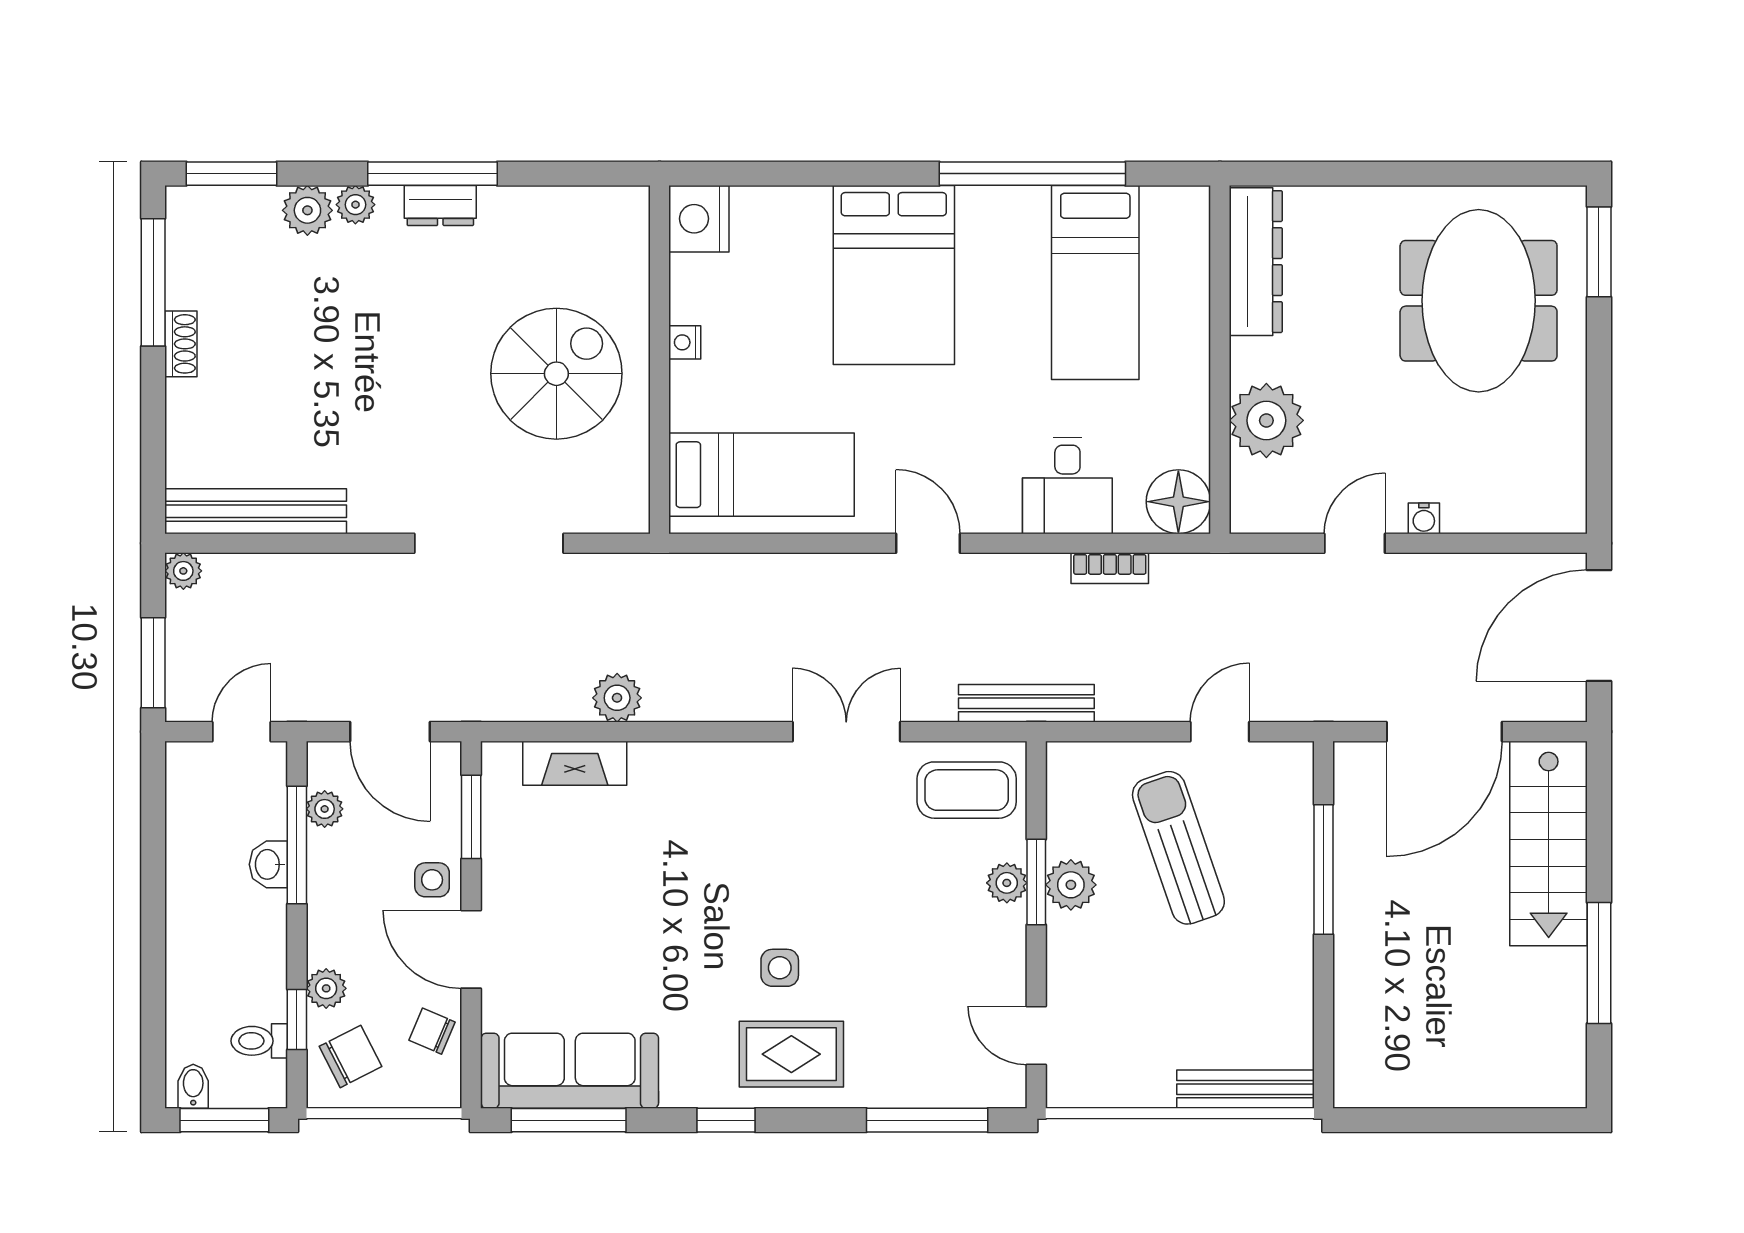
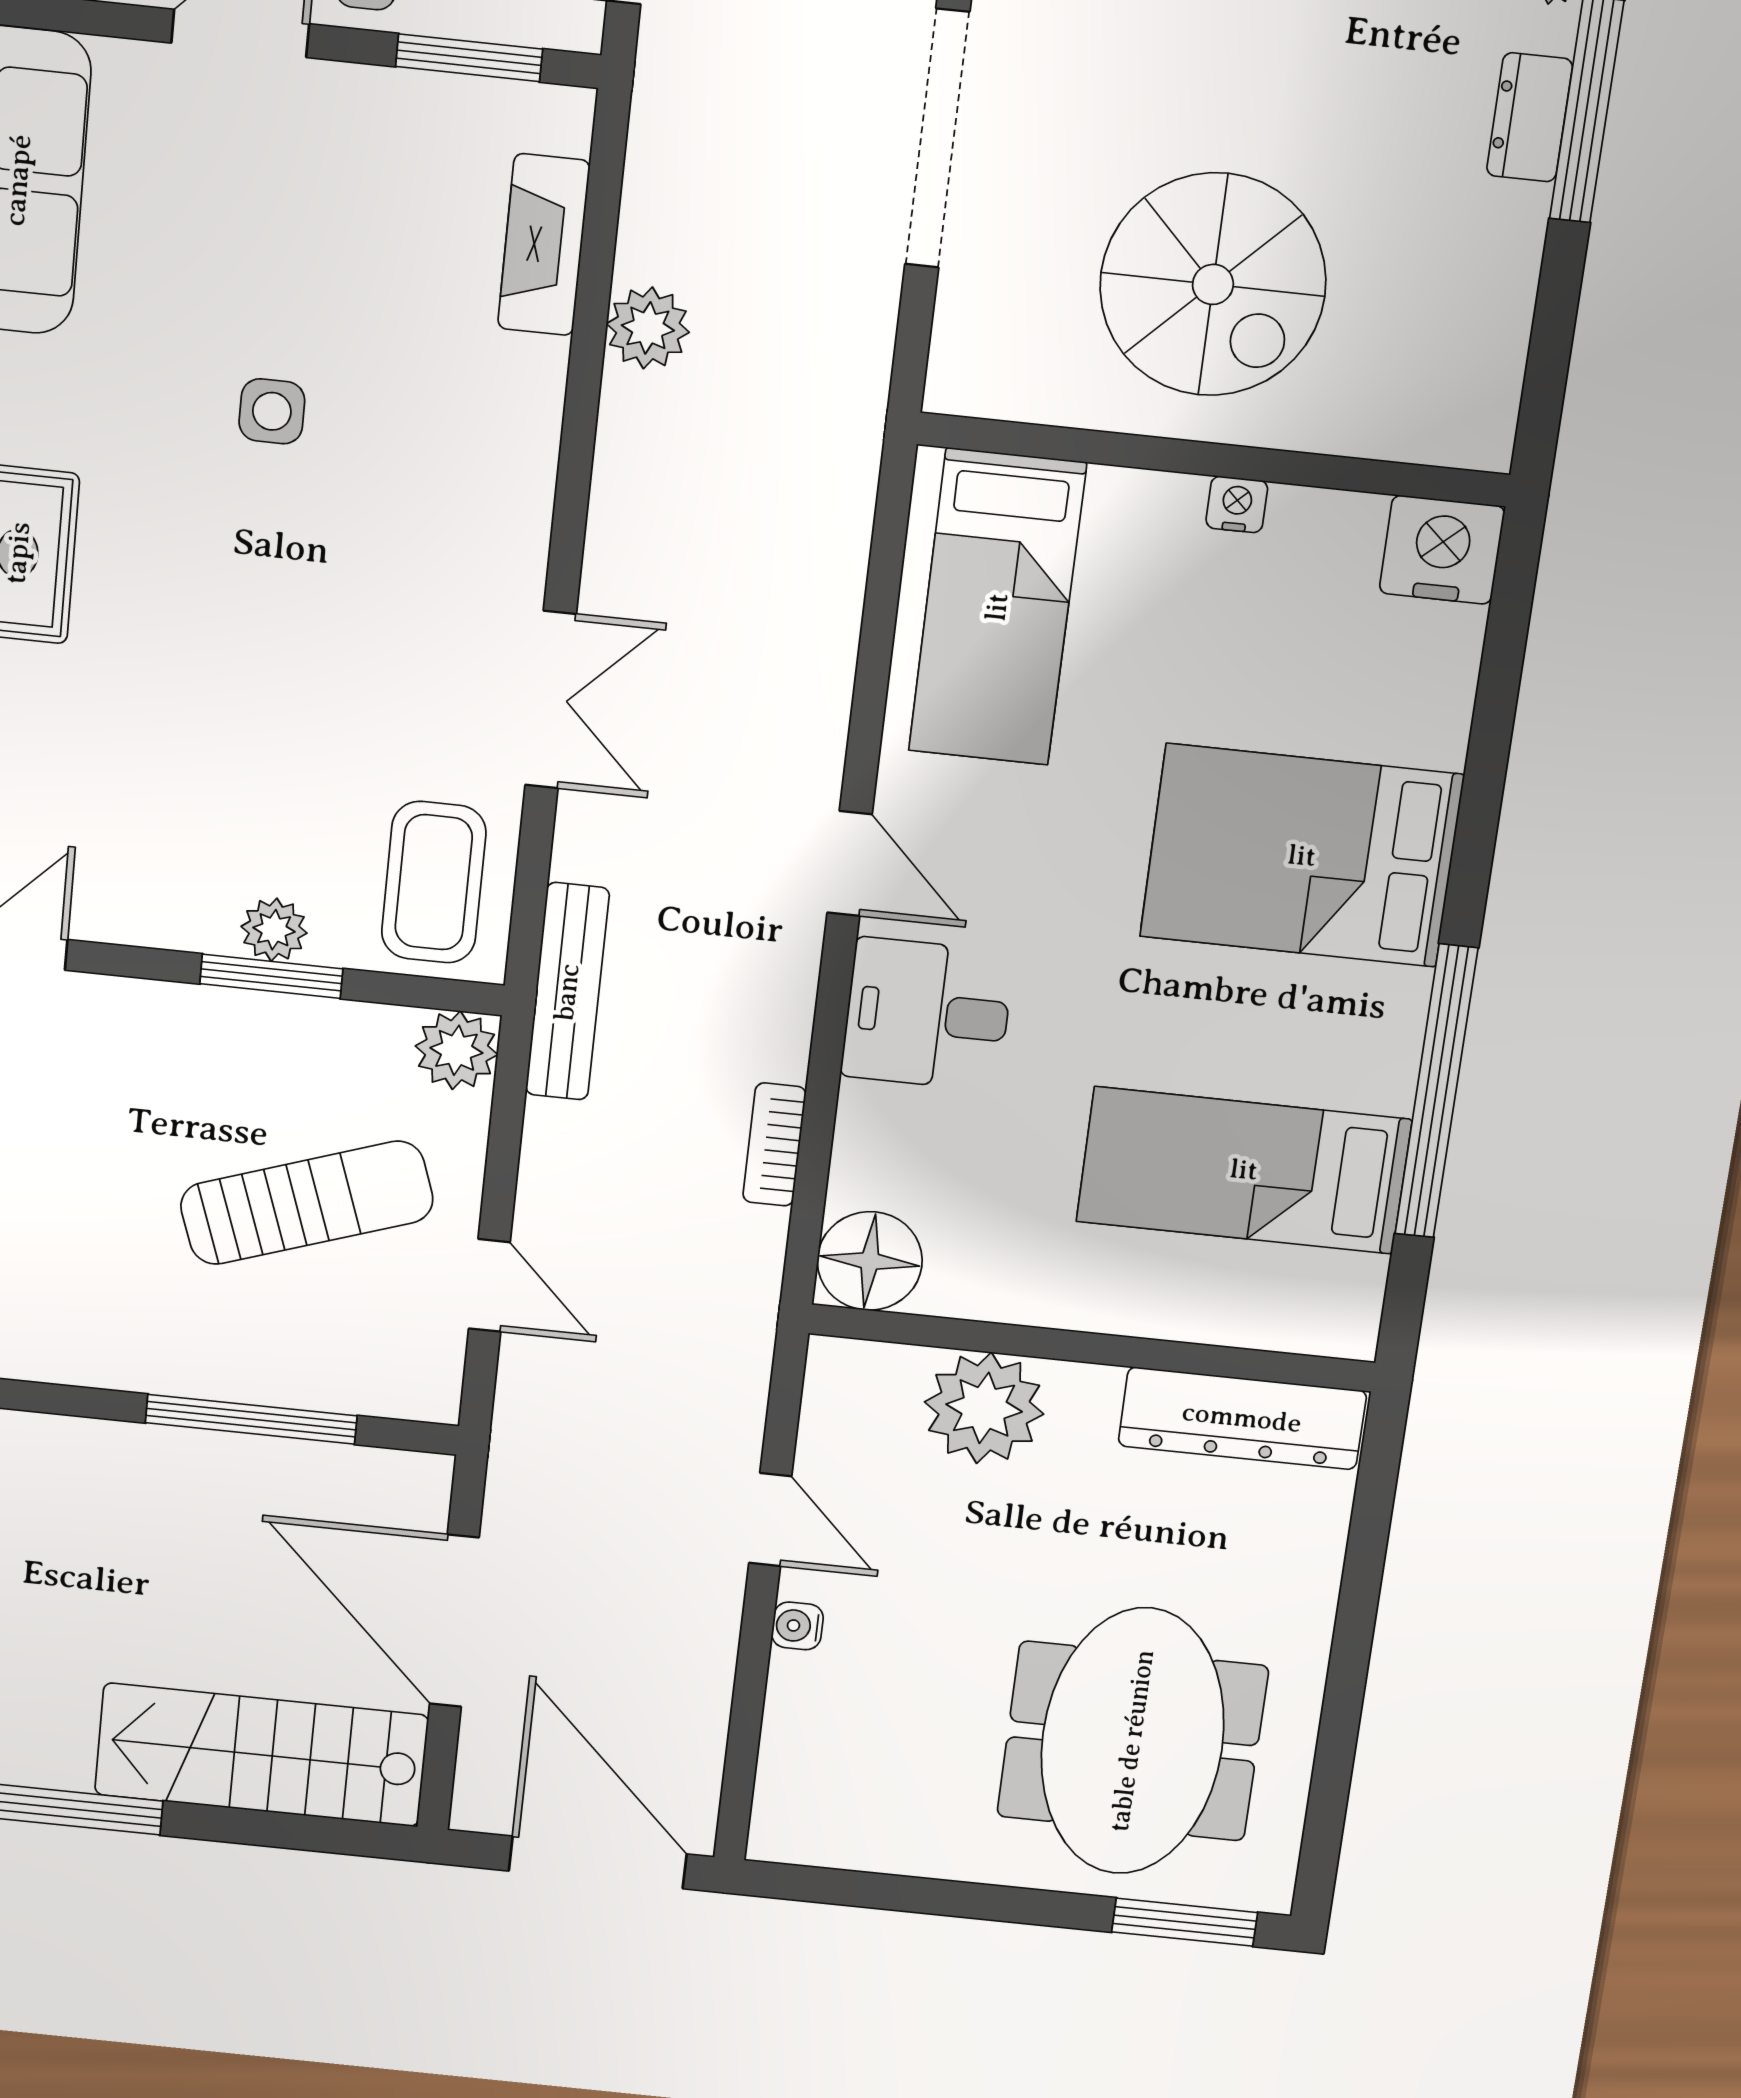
meeting table: (1479, 301) -> (1132, 1741), turned 90
desk: (1067, 486) -> (927, 1014), moved
door: (928, 543) -> (850, 863), hinge flipped
plant: (1071, 885) -> (456, 1050), moved
side table: (780, 968) -> (272, 411), moved

